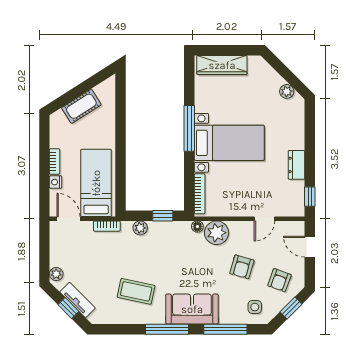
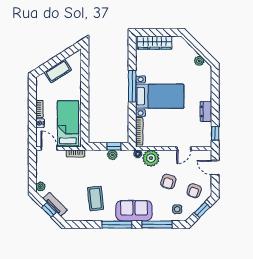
plant: (140, 228) -> (112, 155), moved
coffee table: (136, 291) -> (96, 198), turned 72

